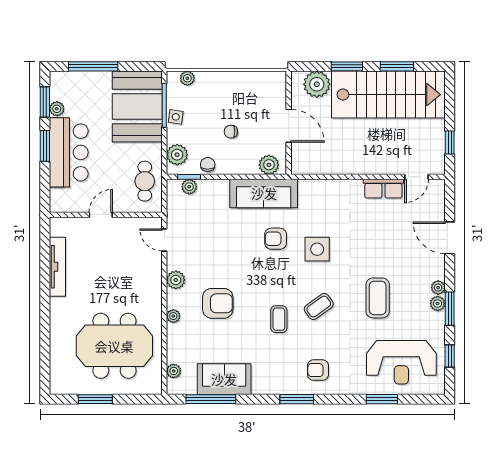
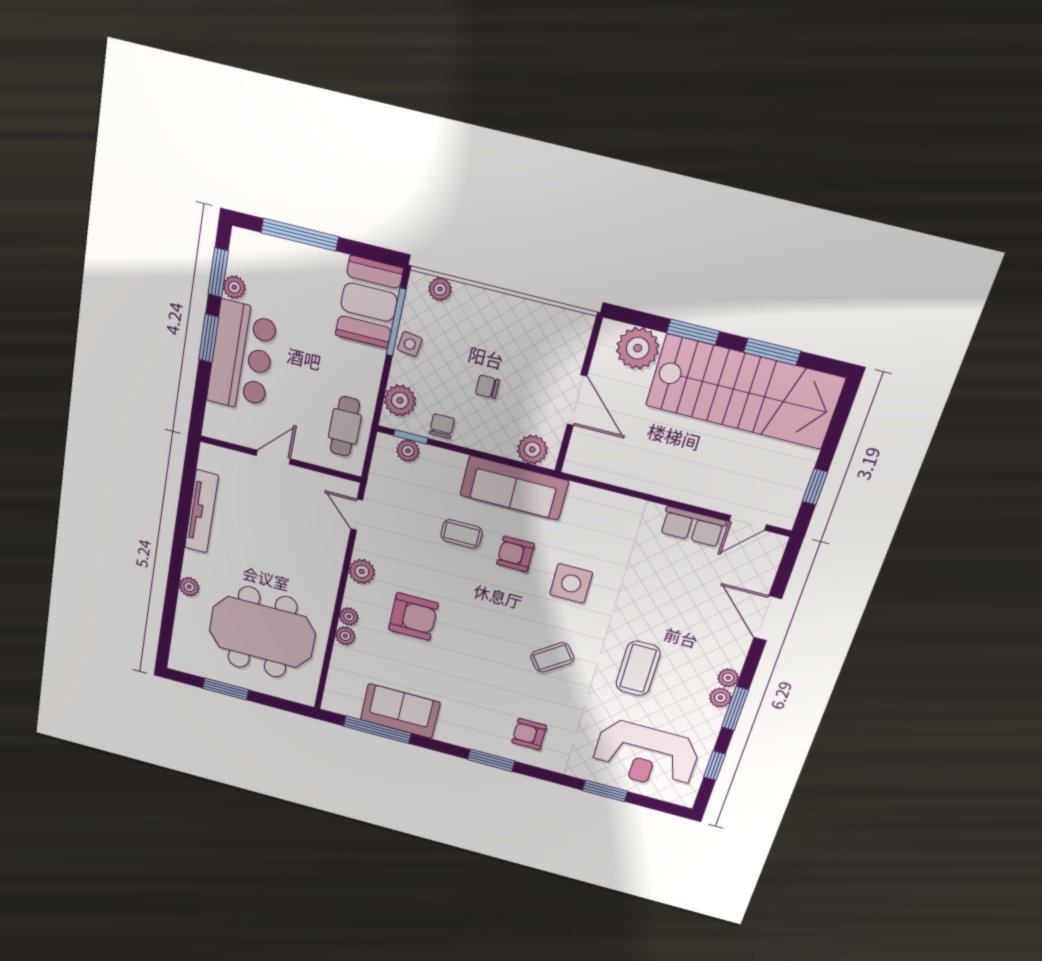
booth: (137, 106) -> (369, 302), width x0.73, depth x0.70
coffee table: (279, 319) -> (462, 534), moved, turned 90
plant: (57, 325) -> (189, 587), added
plant: (174, 371) -> (345, 636), moved

